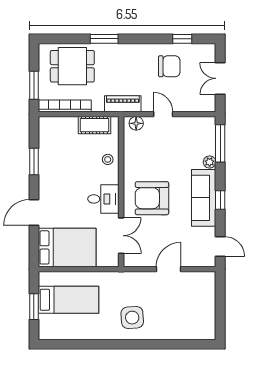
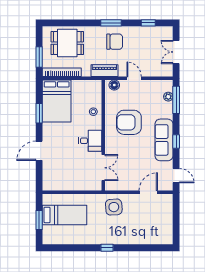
window: (104, 39) -> (111, 23), moved
chair: (169, 66) -> (115, 42), moved
cot: (94, 125) -> (84, 86), removed
plant: (210, 162) -> (168, 97), moved
armchair: (152, 198) -> (129, 122), moved
bed: (67, 247) -> (57, 101), moved, turned 90
door: (168, 269) -> (148, 192), moved
side table: (132, 318) -> (114, 207), moved
window: (126, 344) -> (107, 248), added

